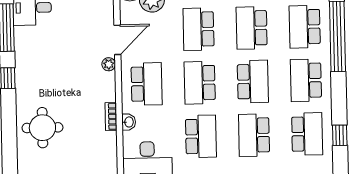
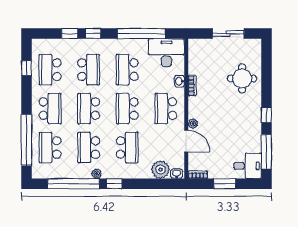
school desk: (305, 27) -> (50, 148), turned 180
school desk: (252, 28) -> (89, 148), turned 180
door: (117, 40) -> (186, 141), swing flipped
school desk: (200, 83) -> (127, 109), turned 180

